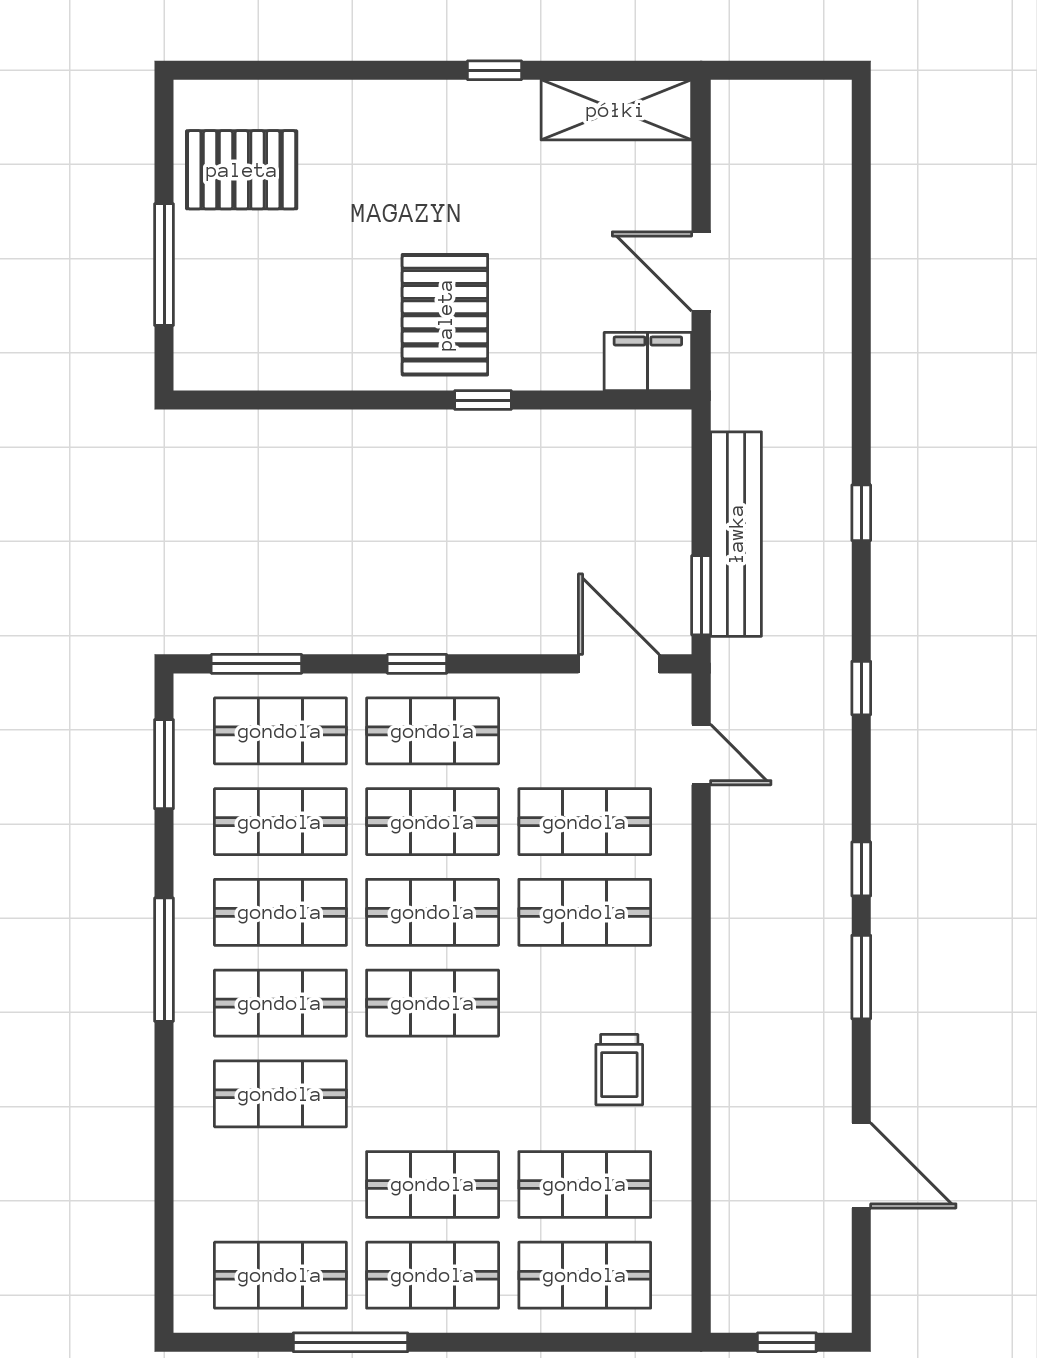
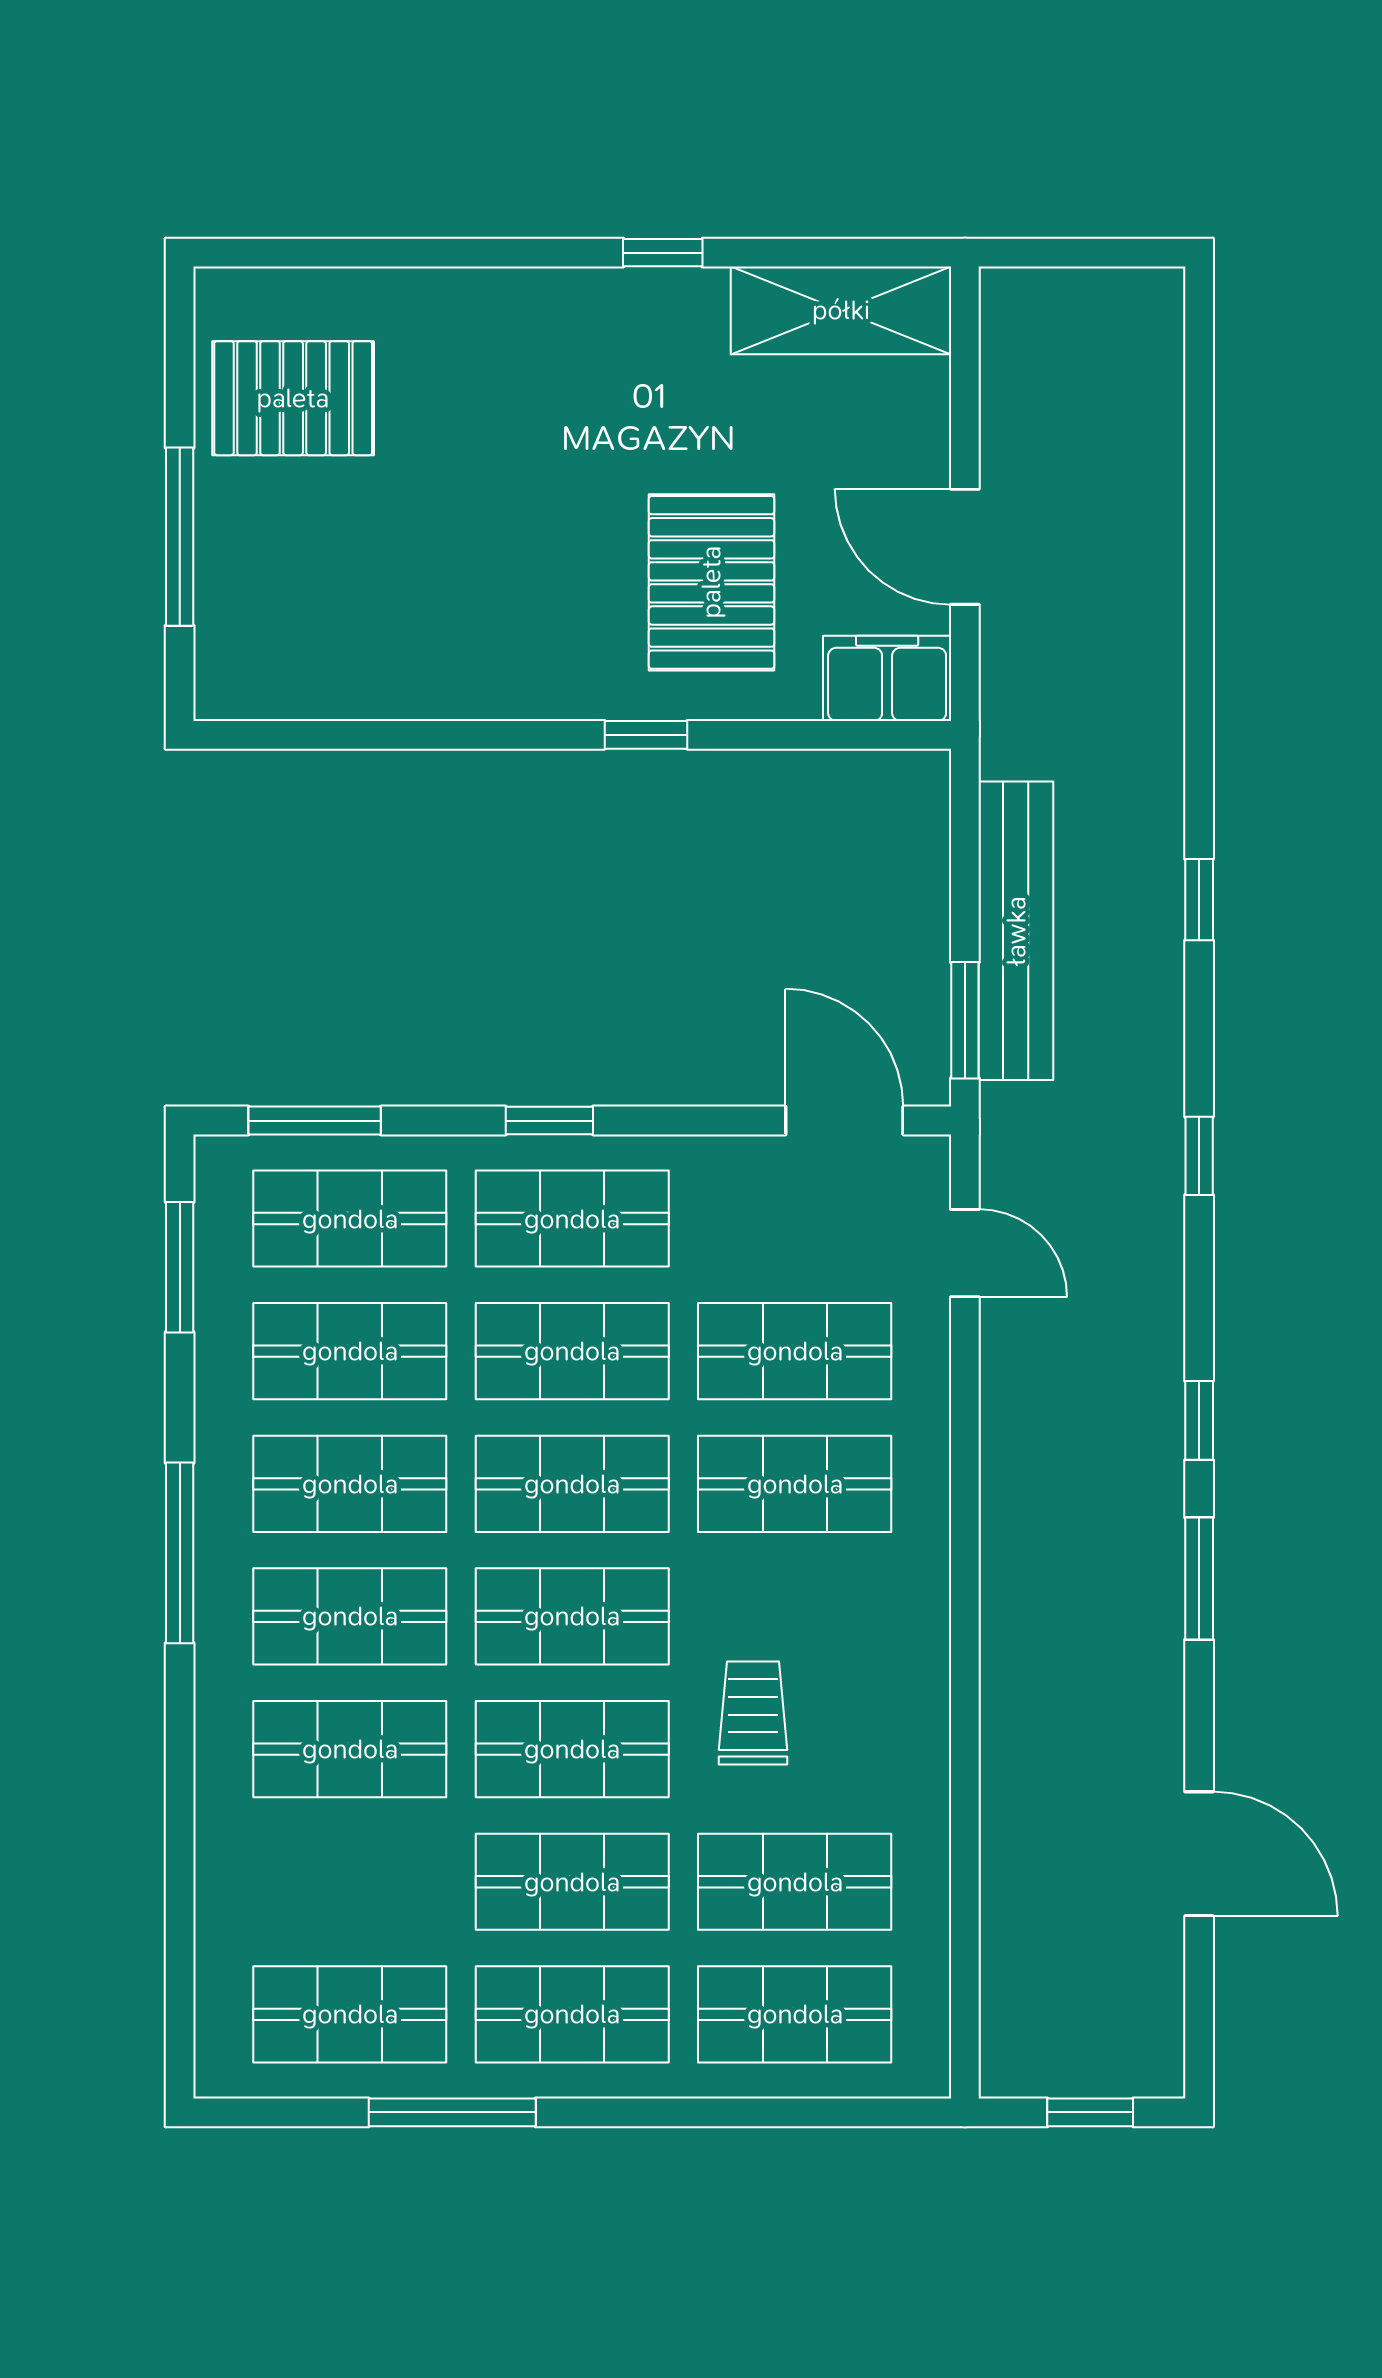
pallet: (445, 315) -> (711, 582), moved
trolley: (619, 1070) -> (753, 1713), moved, turned 180
shop shelf: (433, 1094) -> (572, 1749), added

